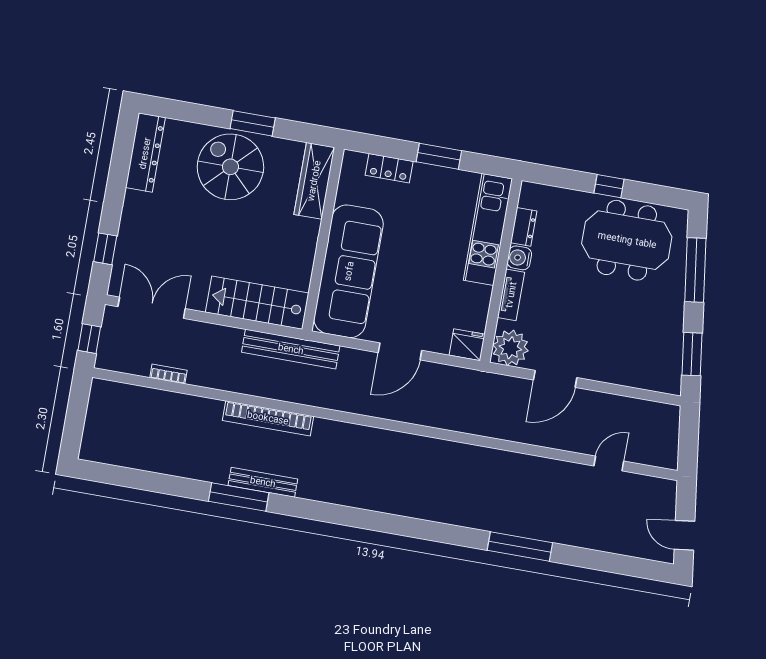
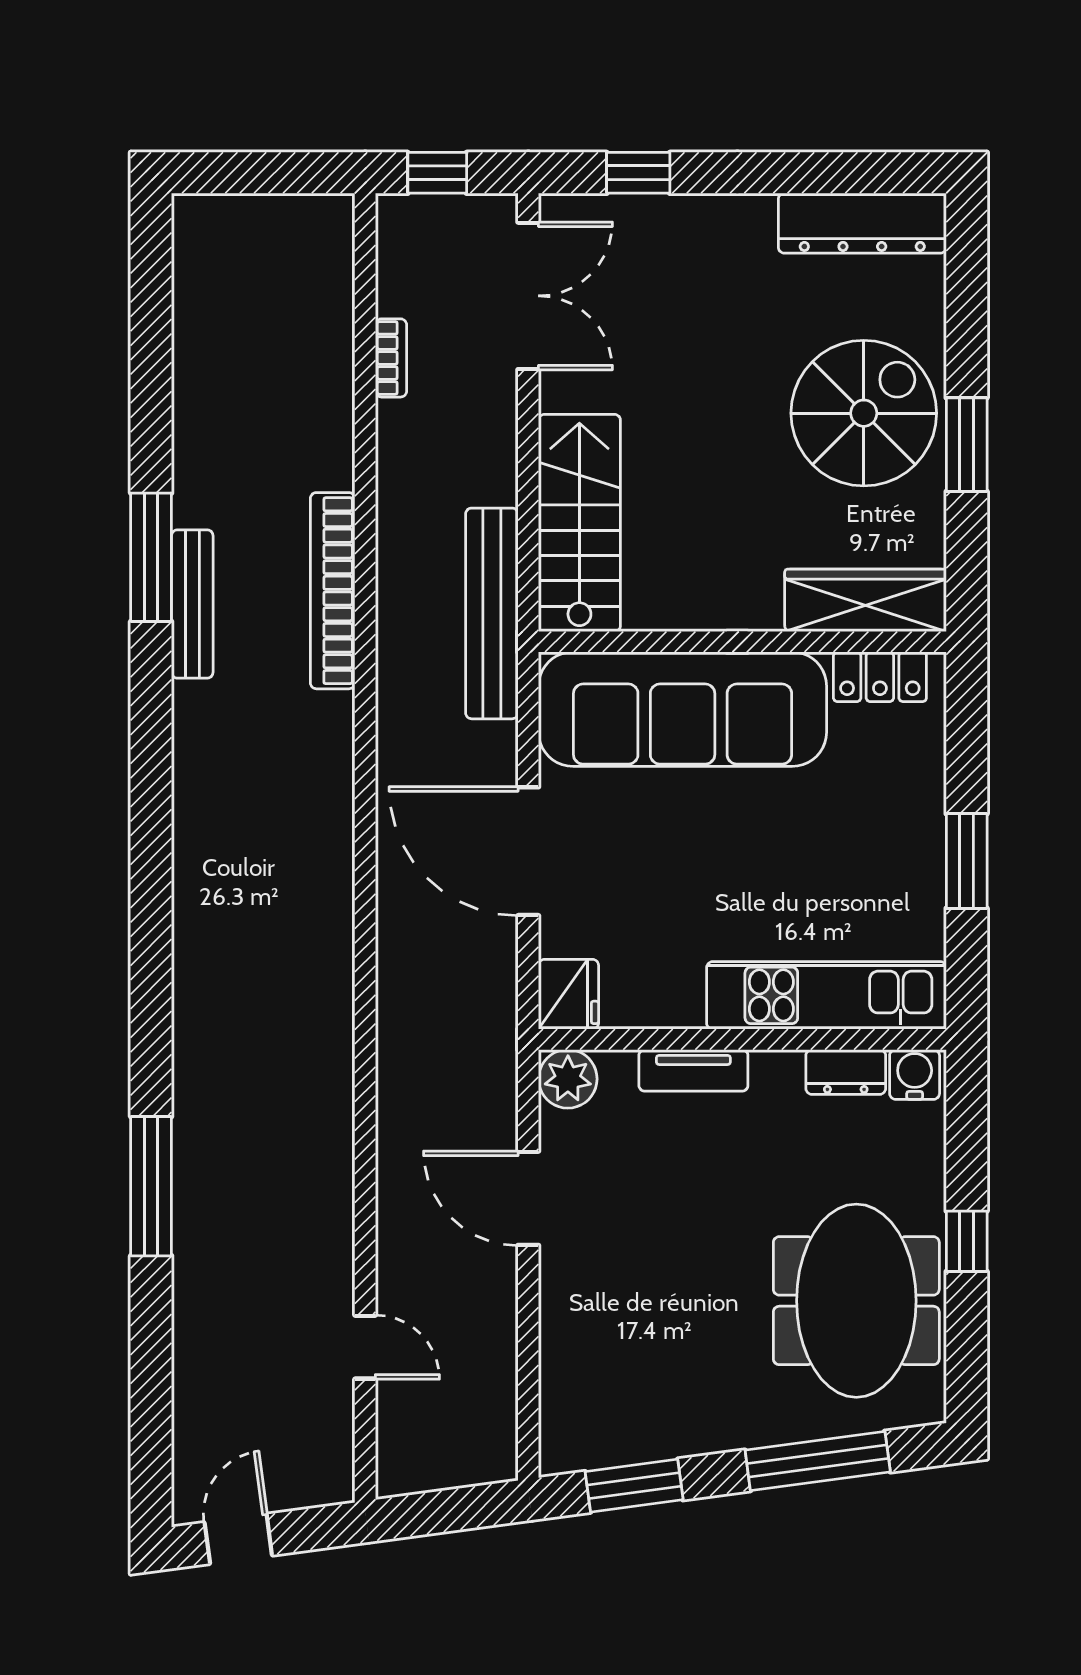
locker: (389, 168) -> (880, 677), moved, turned -90
water cooler: (519, 258) -> (915, 1074), moved
plant: (510, 348) -> (568, 1079), width x0.73, depth x0.73
door: (400, 351) -> (528, 851), width x1.36

